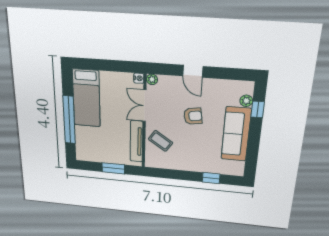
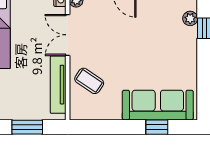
armchair: (193, 116) -> (128, 44), removed
sofa: (236, 134) -> (158, 105), moved, turned 90

